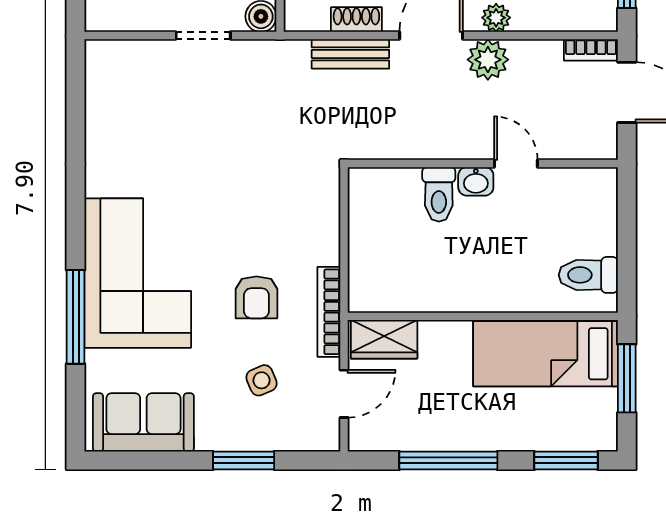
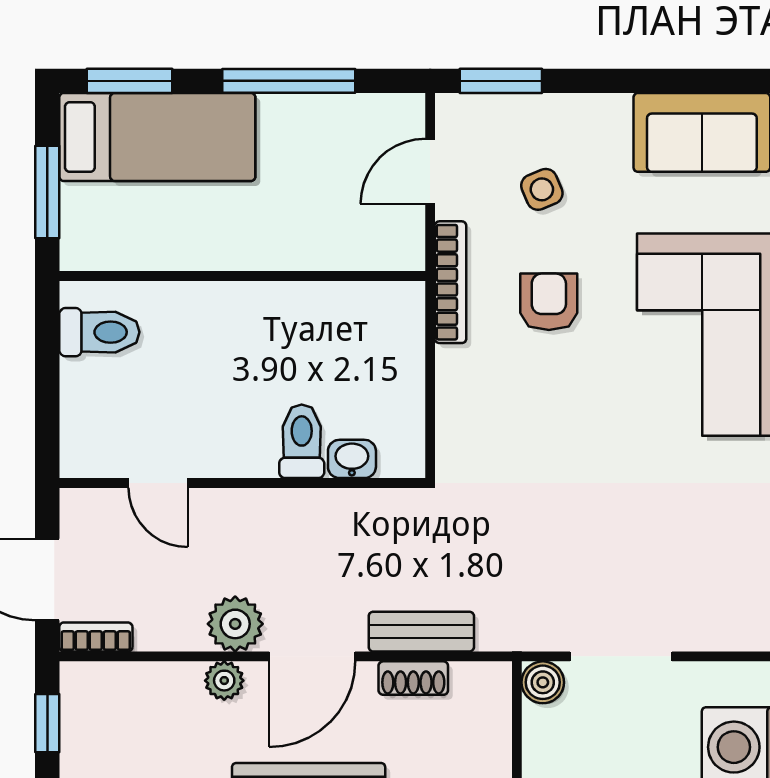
doorway: (203, 36) -> (621, 656), width x1.38
door: (516, 164) -> (158, 483), moved
washbasin: (476, 181) -> (352, 459), moved
wardrobe: (384, 339) -> (376, 245), removed
bed: (545, 354) -> (157, 137), moved
window: (244, 460) -> (501, 81), moved

